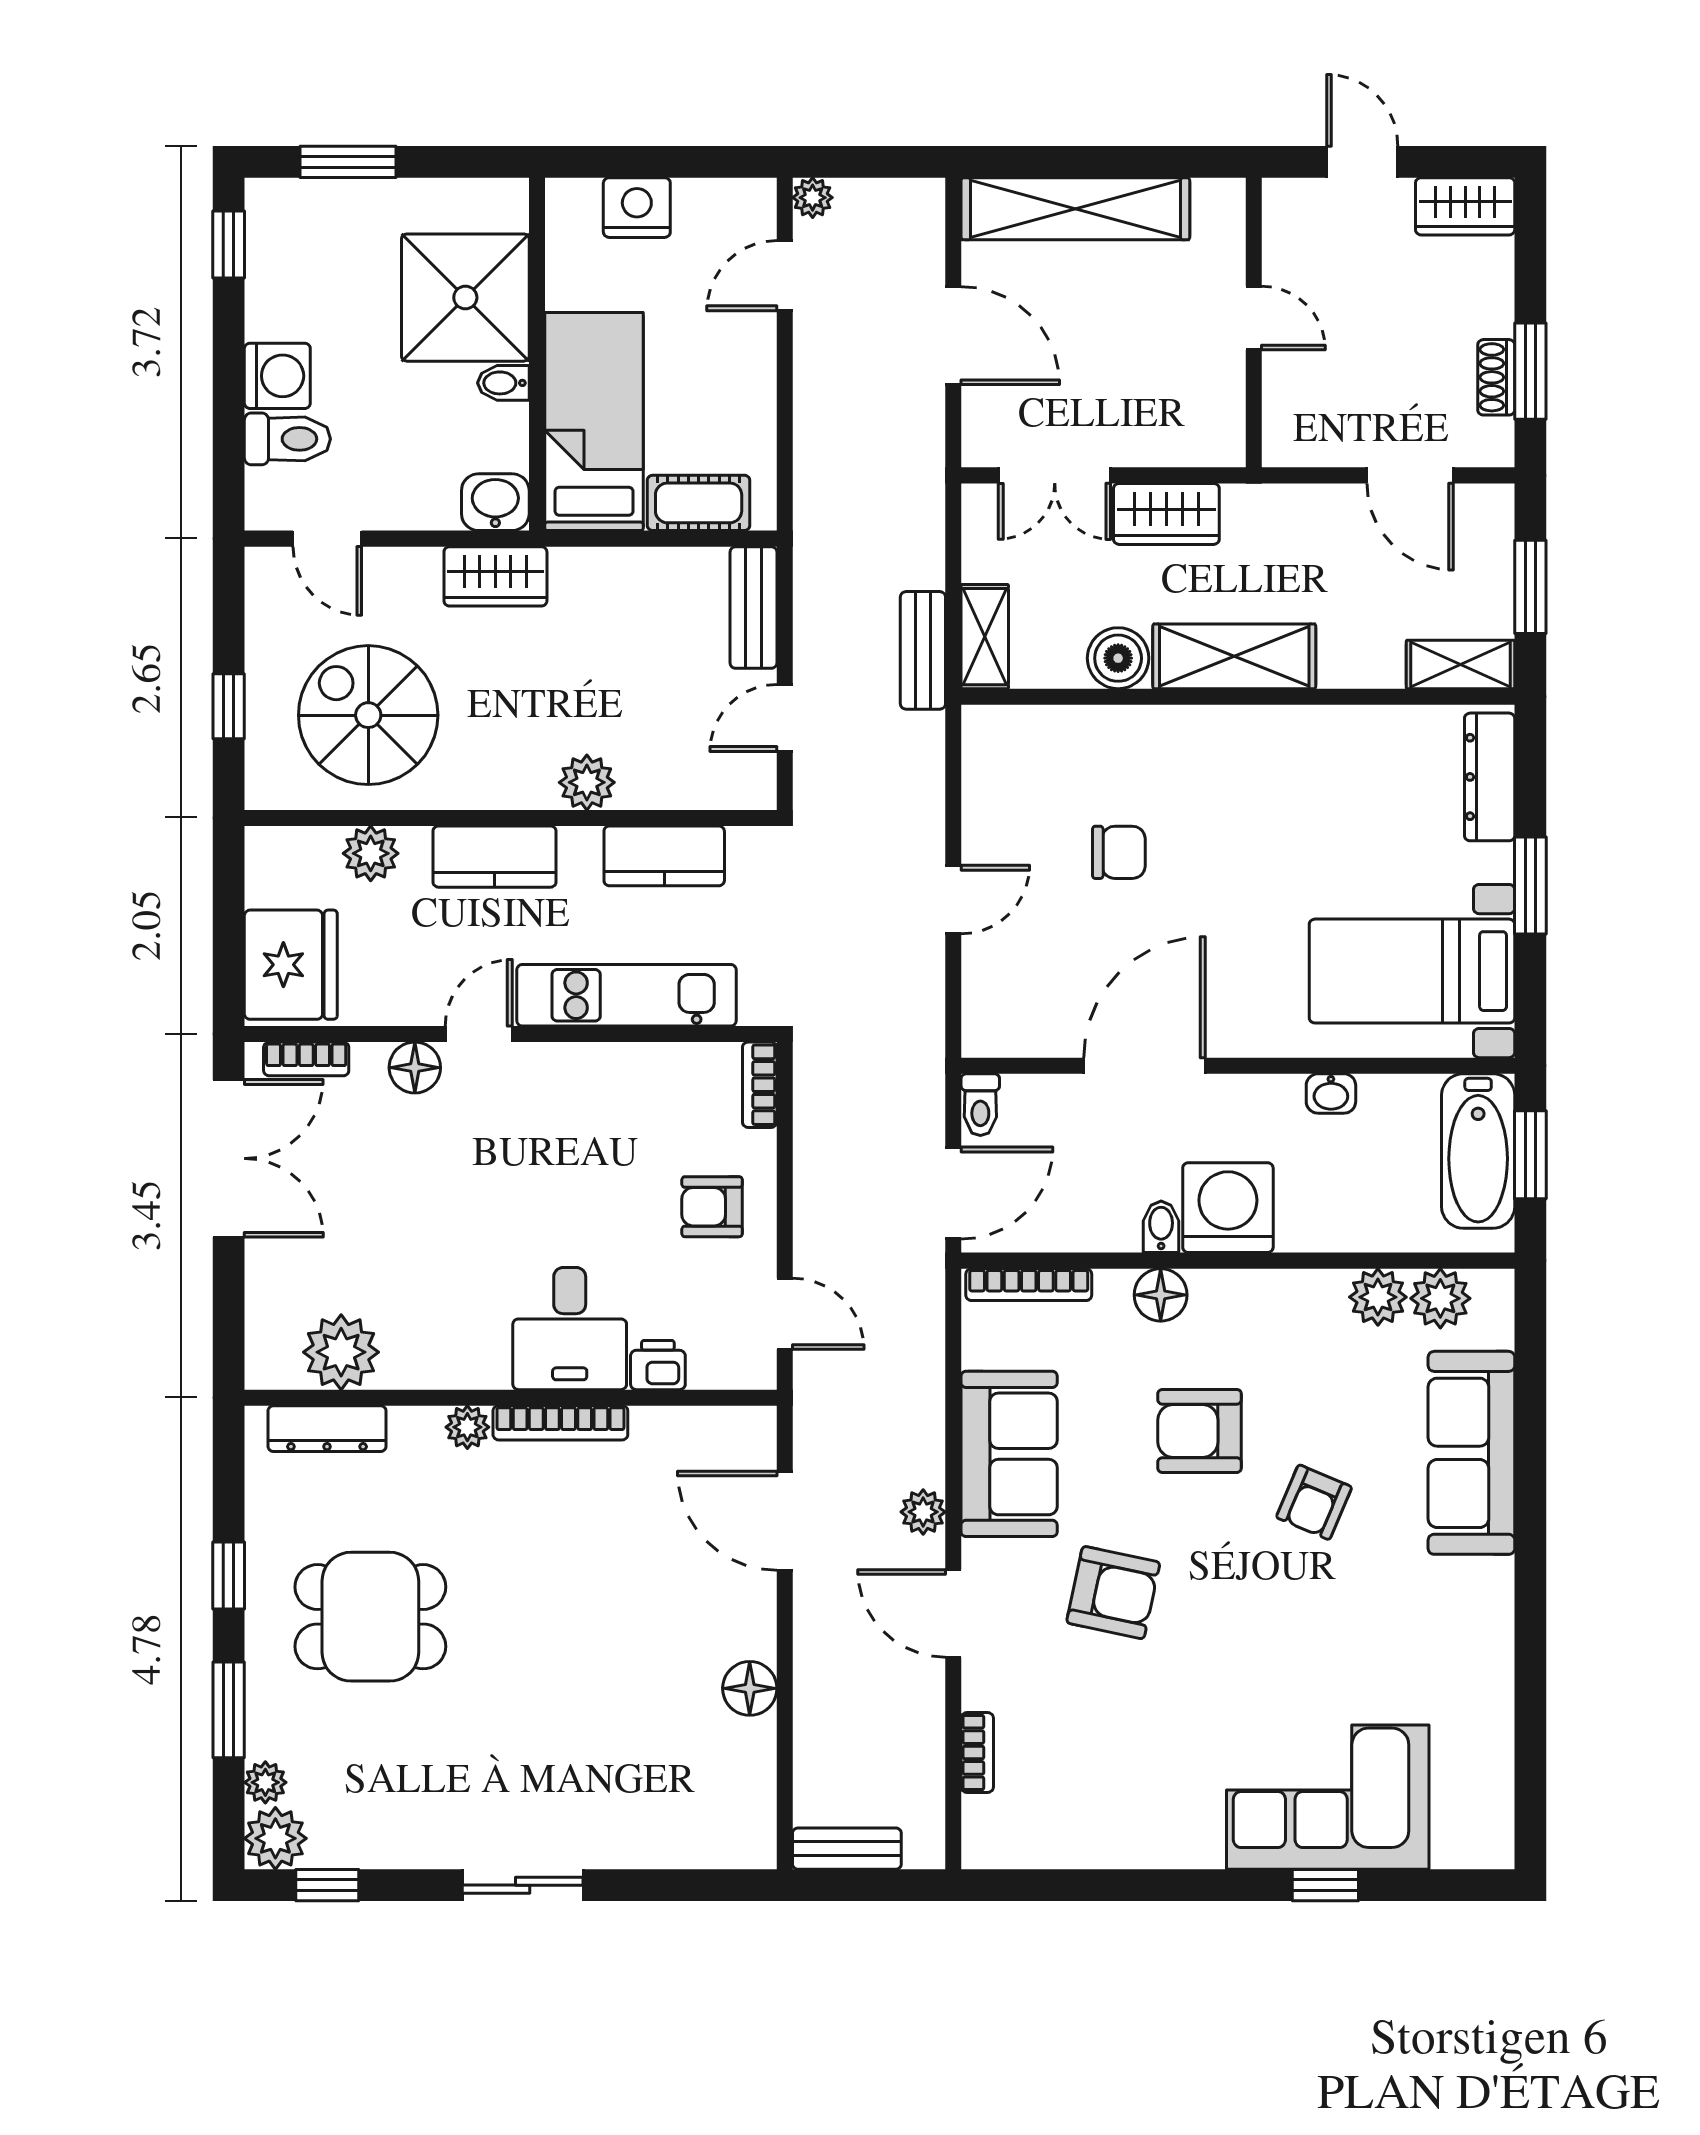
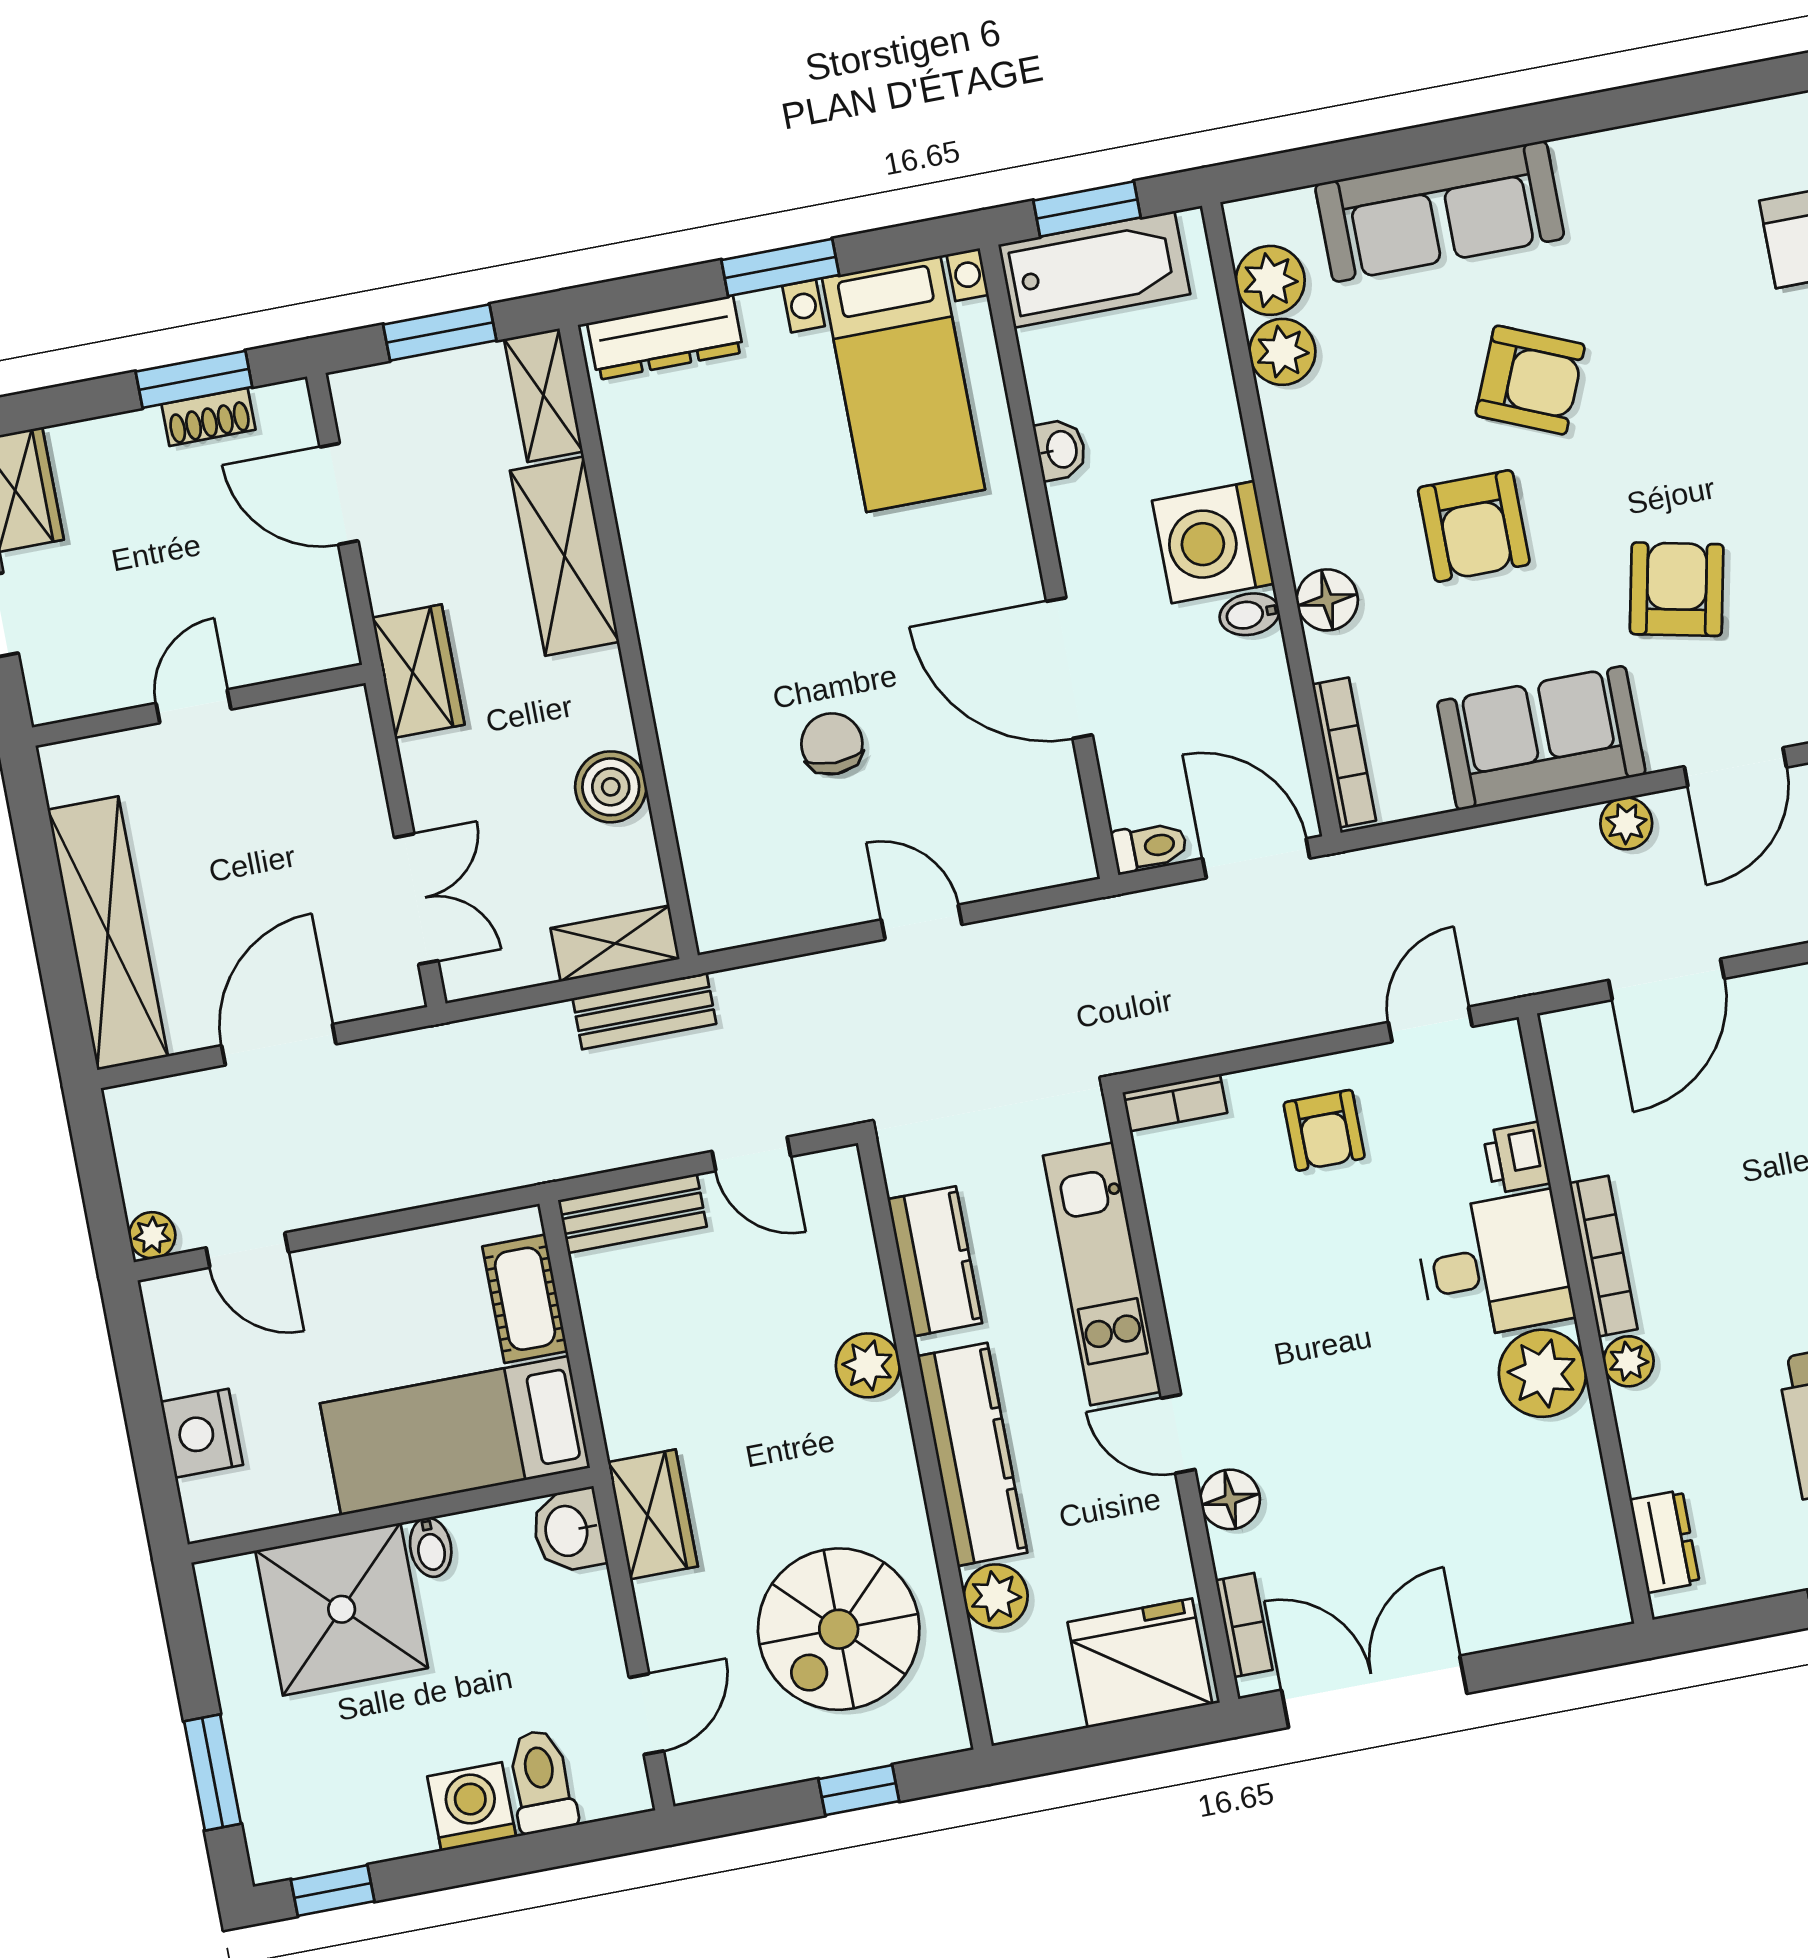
door: (1410, 475) -> (339, 494), swing flipped
wardrobe: (1166, 514) -> (418, 671), moved
shelving: (1234, 656) -> (565, 556), moved
kitchen counter: (495, 857) -> (972, 1454), width x1.50
plant: (341, 1352) -> (1542, 1373), moved
dresser: (327, 1429) -> (1665, 1541), width x0.70
armchair: (1314, 1502) -> (1530, 380), width x1.38, depth x1.38

